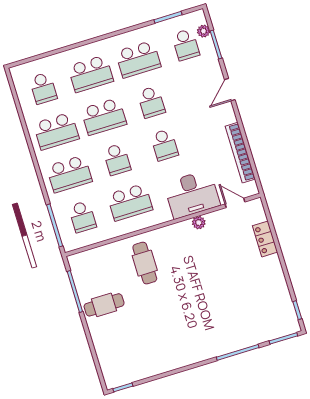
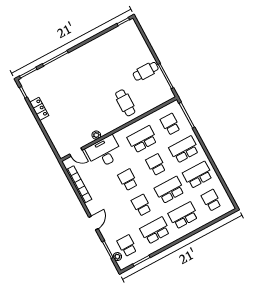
locker: (265, 239) -> (39, 109), moved

